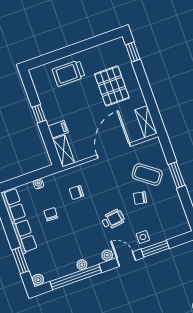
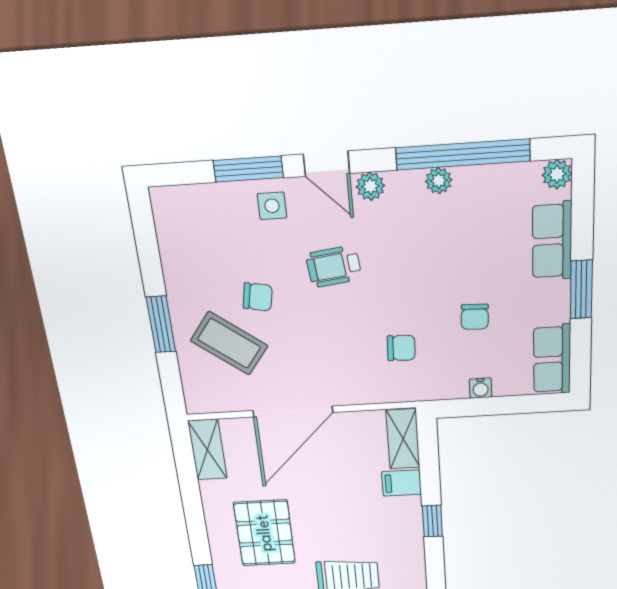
row of seats: (25, 236) -> (552, 241), moved
window: (20, 260) -> (581, 289), moved

